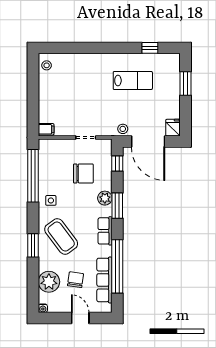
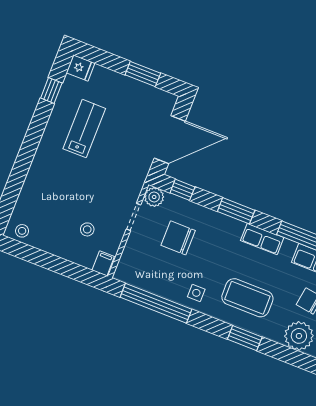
window: (185, 83) -> (143, 74), moved
fridge: (173, 128) -> (81, 68), moved, turned 180
stool: (123, 129) -> (87, 229), moved
chair: (83, 173) -> (178, 238), turned -90
plant: (105, 198) -> (154, 197), moved
coffee table: (61, 237) -> (247, 298), turned 37

